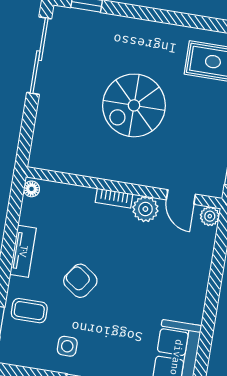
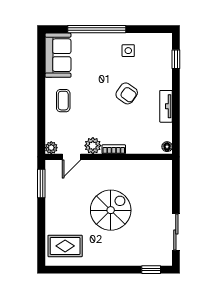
sliding door: (39, 56) -> (176, 232), width x0.73
door: (181, 197) -> (72, 157), swing flipped
coffee table: (29, 311) -> (63, 101), moved, turned 90

